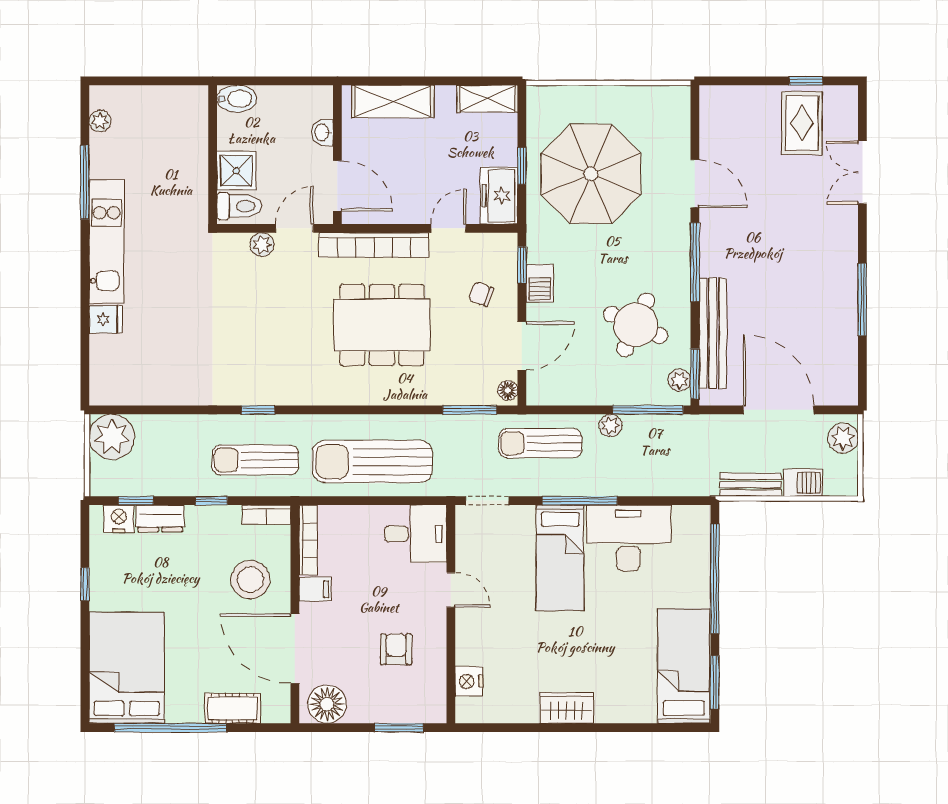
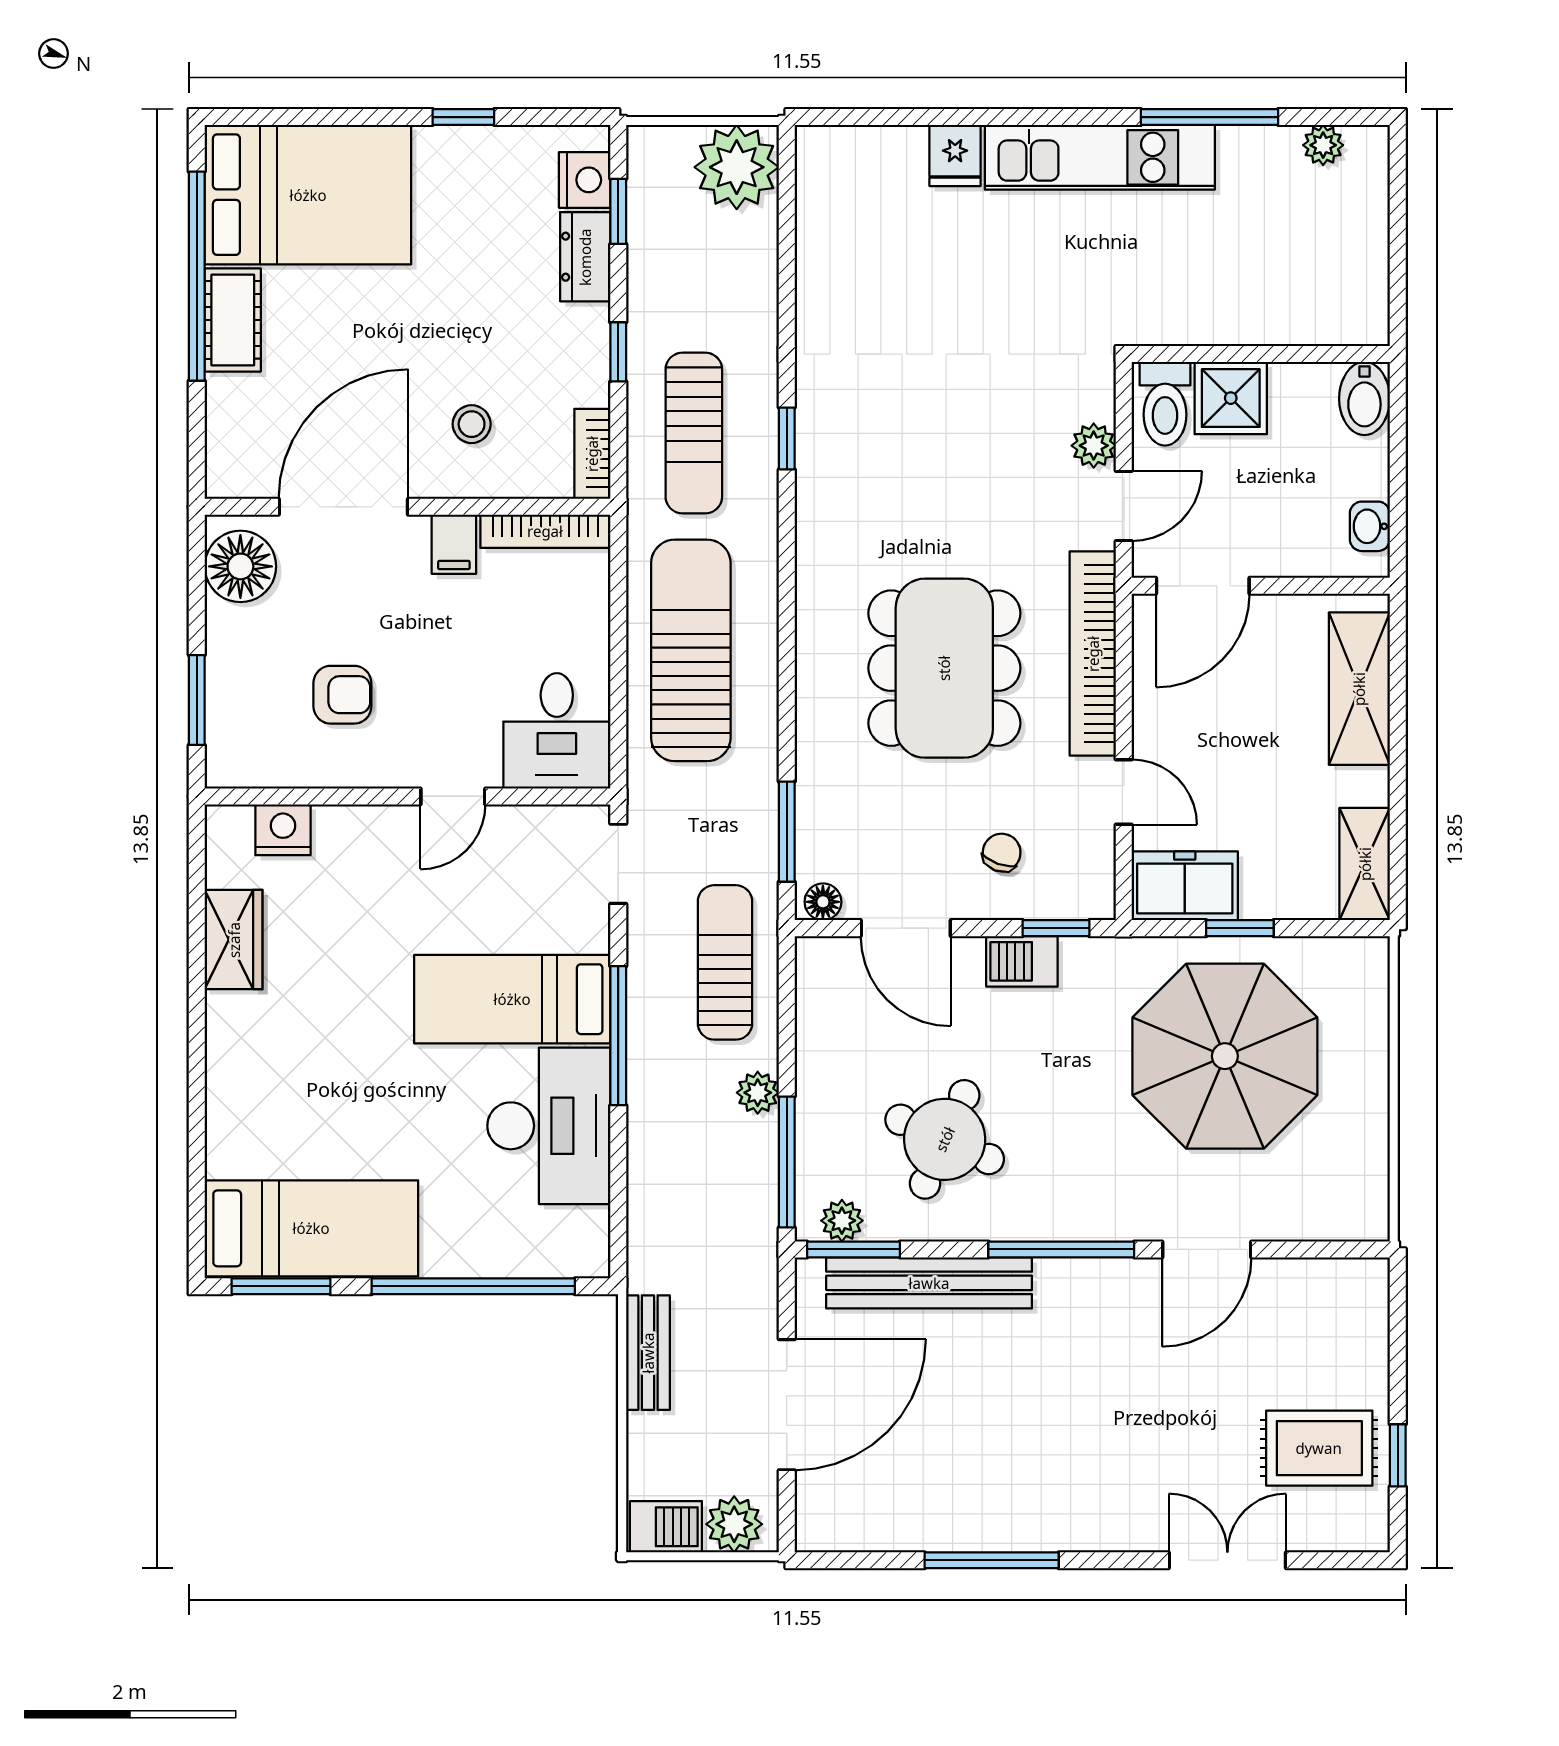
washbasin: (322, 133) -> (1370, 526), moved, turned -90
door: (294, 228) -> (1124, 506), hinge flipped
sun lounger: (255, 460) -> (694, 433), turned 180
barbecue: (803, 483) -> (666, 1527), moved, turned -90
stool: (250, 580) -> (472, 424), width x0.53, depth x0.53
cot: (233, 708) -> (233, 320), moved
wardrobe: (567, 708) -> (234, 940), moved

